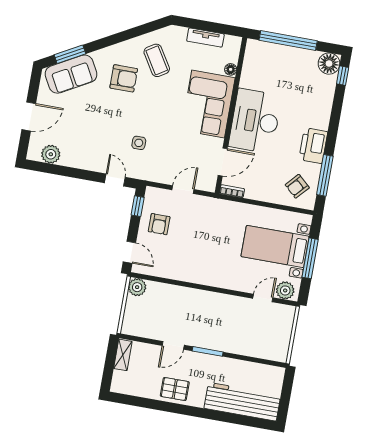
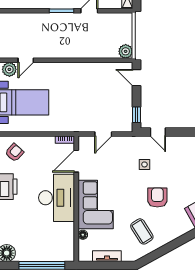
armchair: (124, 78) -> (157, 197), moved, turned 90
armchair: (159, 224) -> (117, 104), removed

